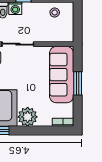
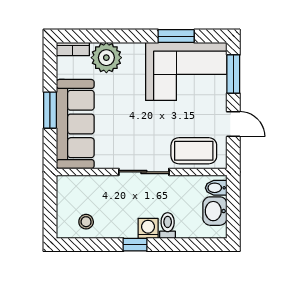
plant: (28, 117) -> (106, 58), moved

